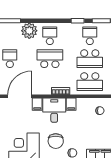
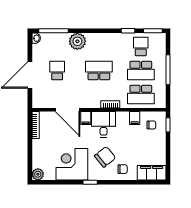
school desk: (50, 36) -> (99, 47), removed
door: (20, 96) -> (67, 110), swing flipped
filing cabinet: (71, 104) -> (135, 118), moved
chair: (56, 141) -> (105, 157), turned -129

